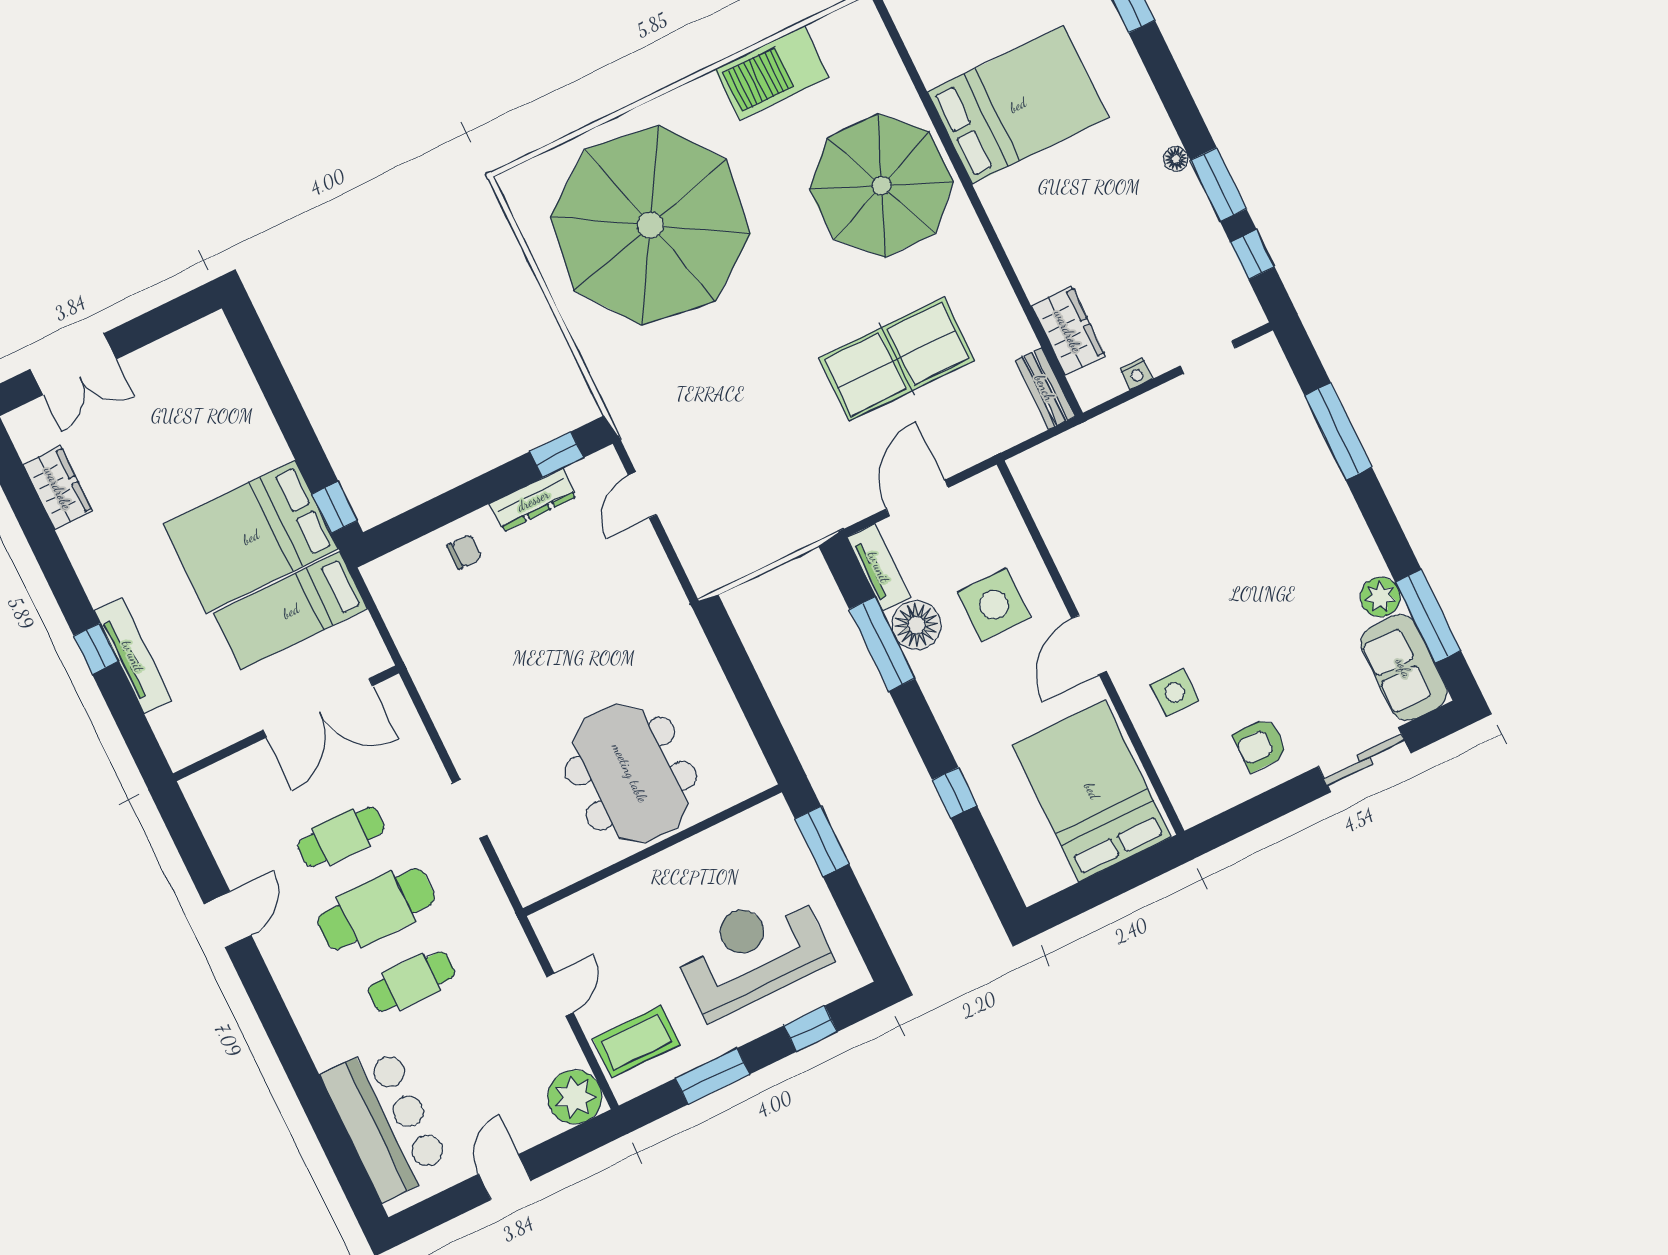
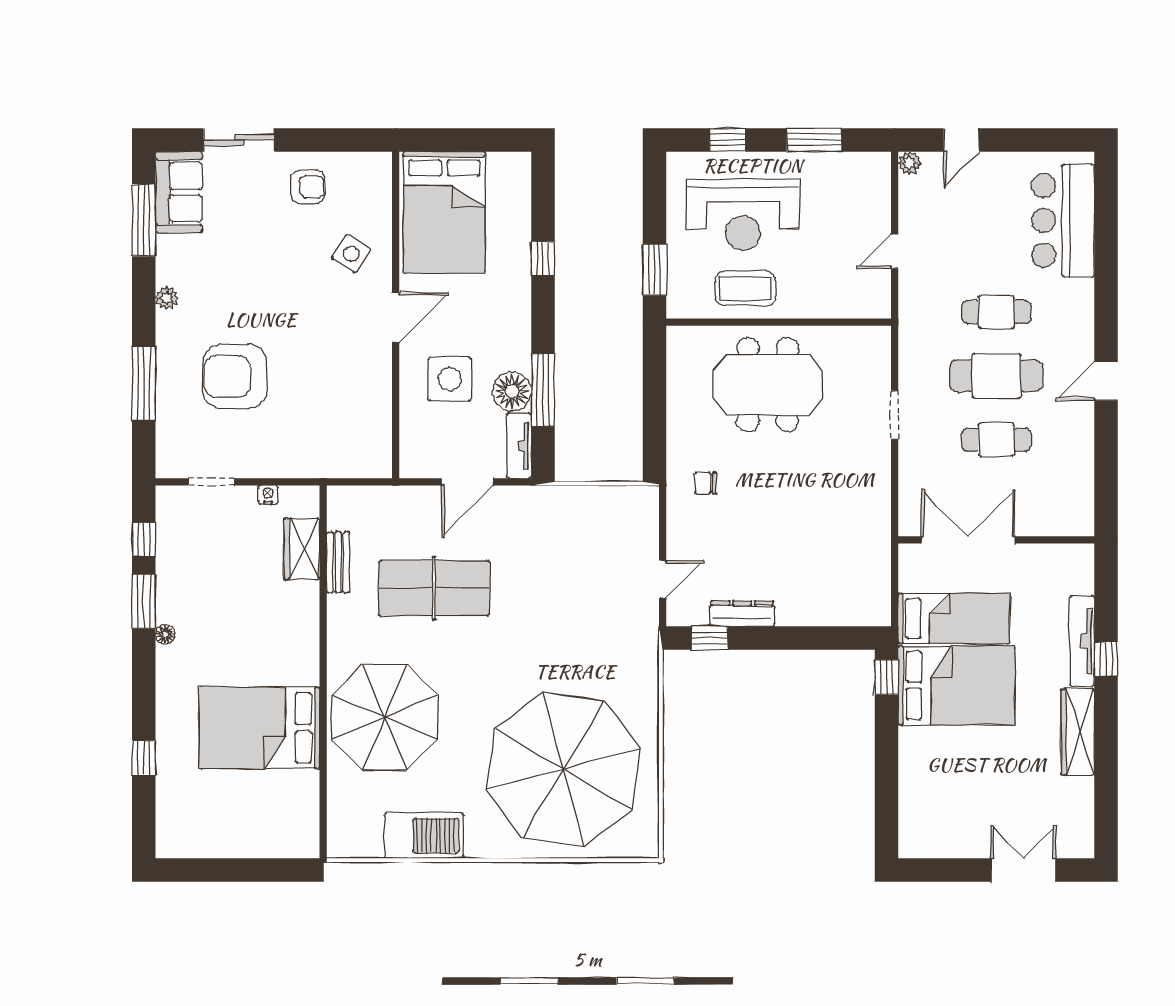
bench: (1045, 388) -> (338, 562), moved
wardrobe: (58, 488) -> (1078, 732), moved, width x1.50
armchair: (1239, 490) -> (235, 376), added
chair: (464, 552) -> (706, 483), moved
plant: (1380, 597) -> (167, 298), moved, width x0.73, depth x0.73
side table: (1175, 693) -> (351, 254), turned 32
meeting table: (630, 773) -> (768, 385), turned 90
door: (228, 920) -> (1106, 381), moved
coffee table: (636, 1042) -> (746, 288), moved
plant: (575, 1097) -> (910, 163), width x0.53, depth x0.53
door: (505, 1177) -> (961, 140), moved

